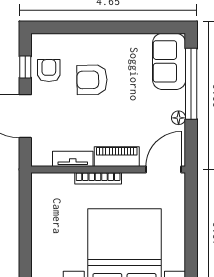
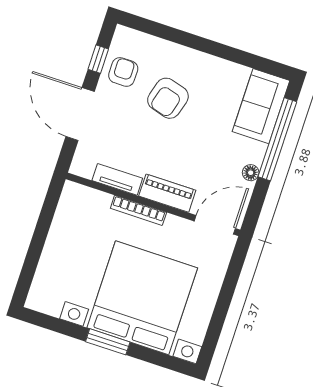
armchair: (92, 80) -> (168, 98), turned -73

